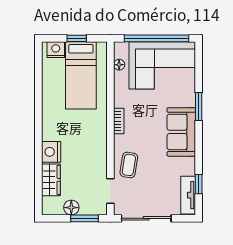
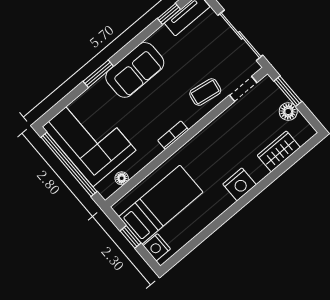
nightstand: (51, 152) -> (240, 184), moved

